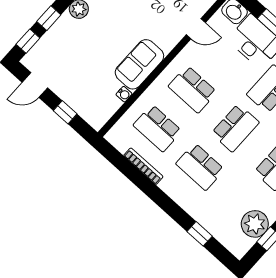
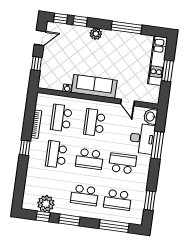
sofa: (139, 64) -> (94, 86), width x1.36
door: (35, 85) -> (40, 38), swing flipped
window: (200, 234) -> (25, 148), moved

